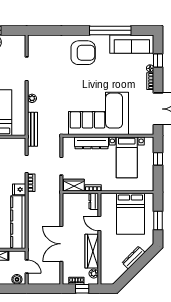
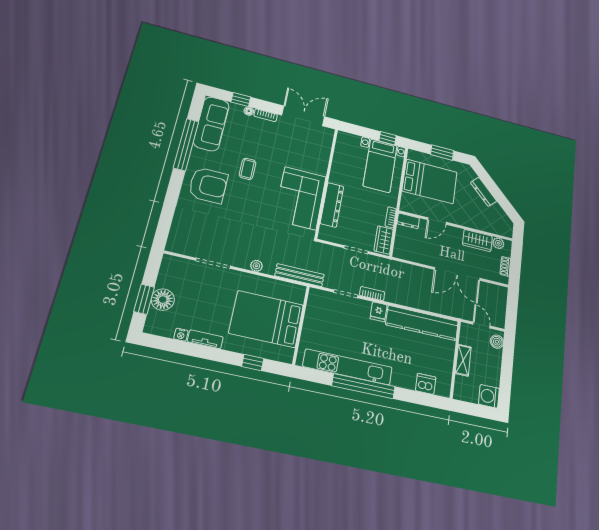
armchair: (83, 53) -> (208, 185), turned 90
coffee table: (103, 77) -> (248, 169), added
corner sofa: (99, 113) -> (300, 198), width x0.73, depth x0.74
bed with nightstands: (127, 157) -> (380, 166), moved, turned 90
window: (158, 159) -> (388, 138), moved
wardrobe: (92, 251) -> (477, 241), width x0.67
door: (27, 267) -> (482, 325), hinge flipped
window: (82, 289) -> (516, 262), removed

